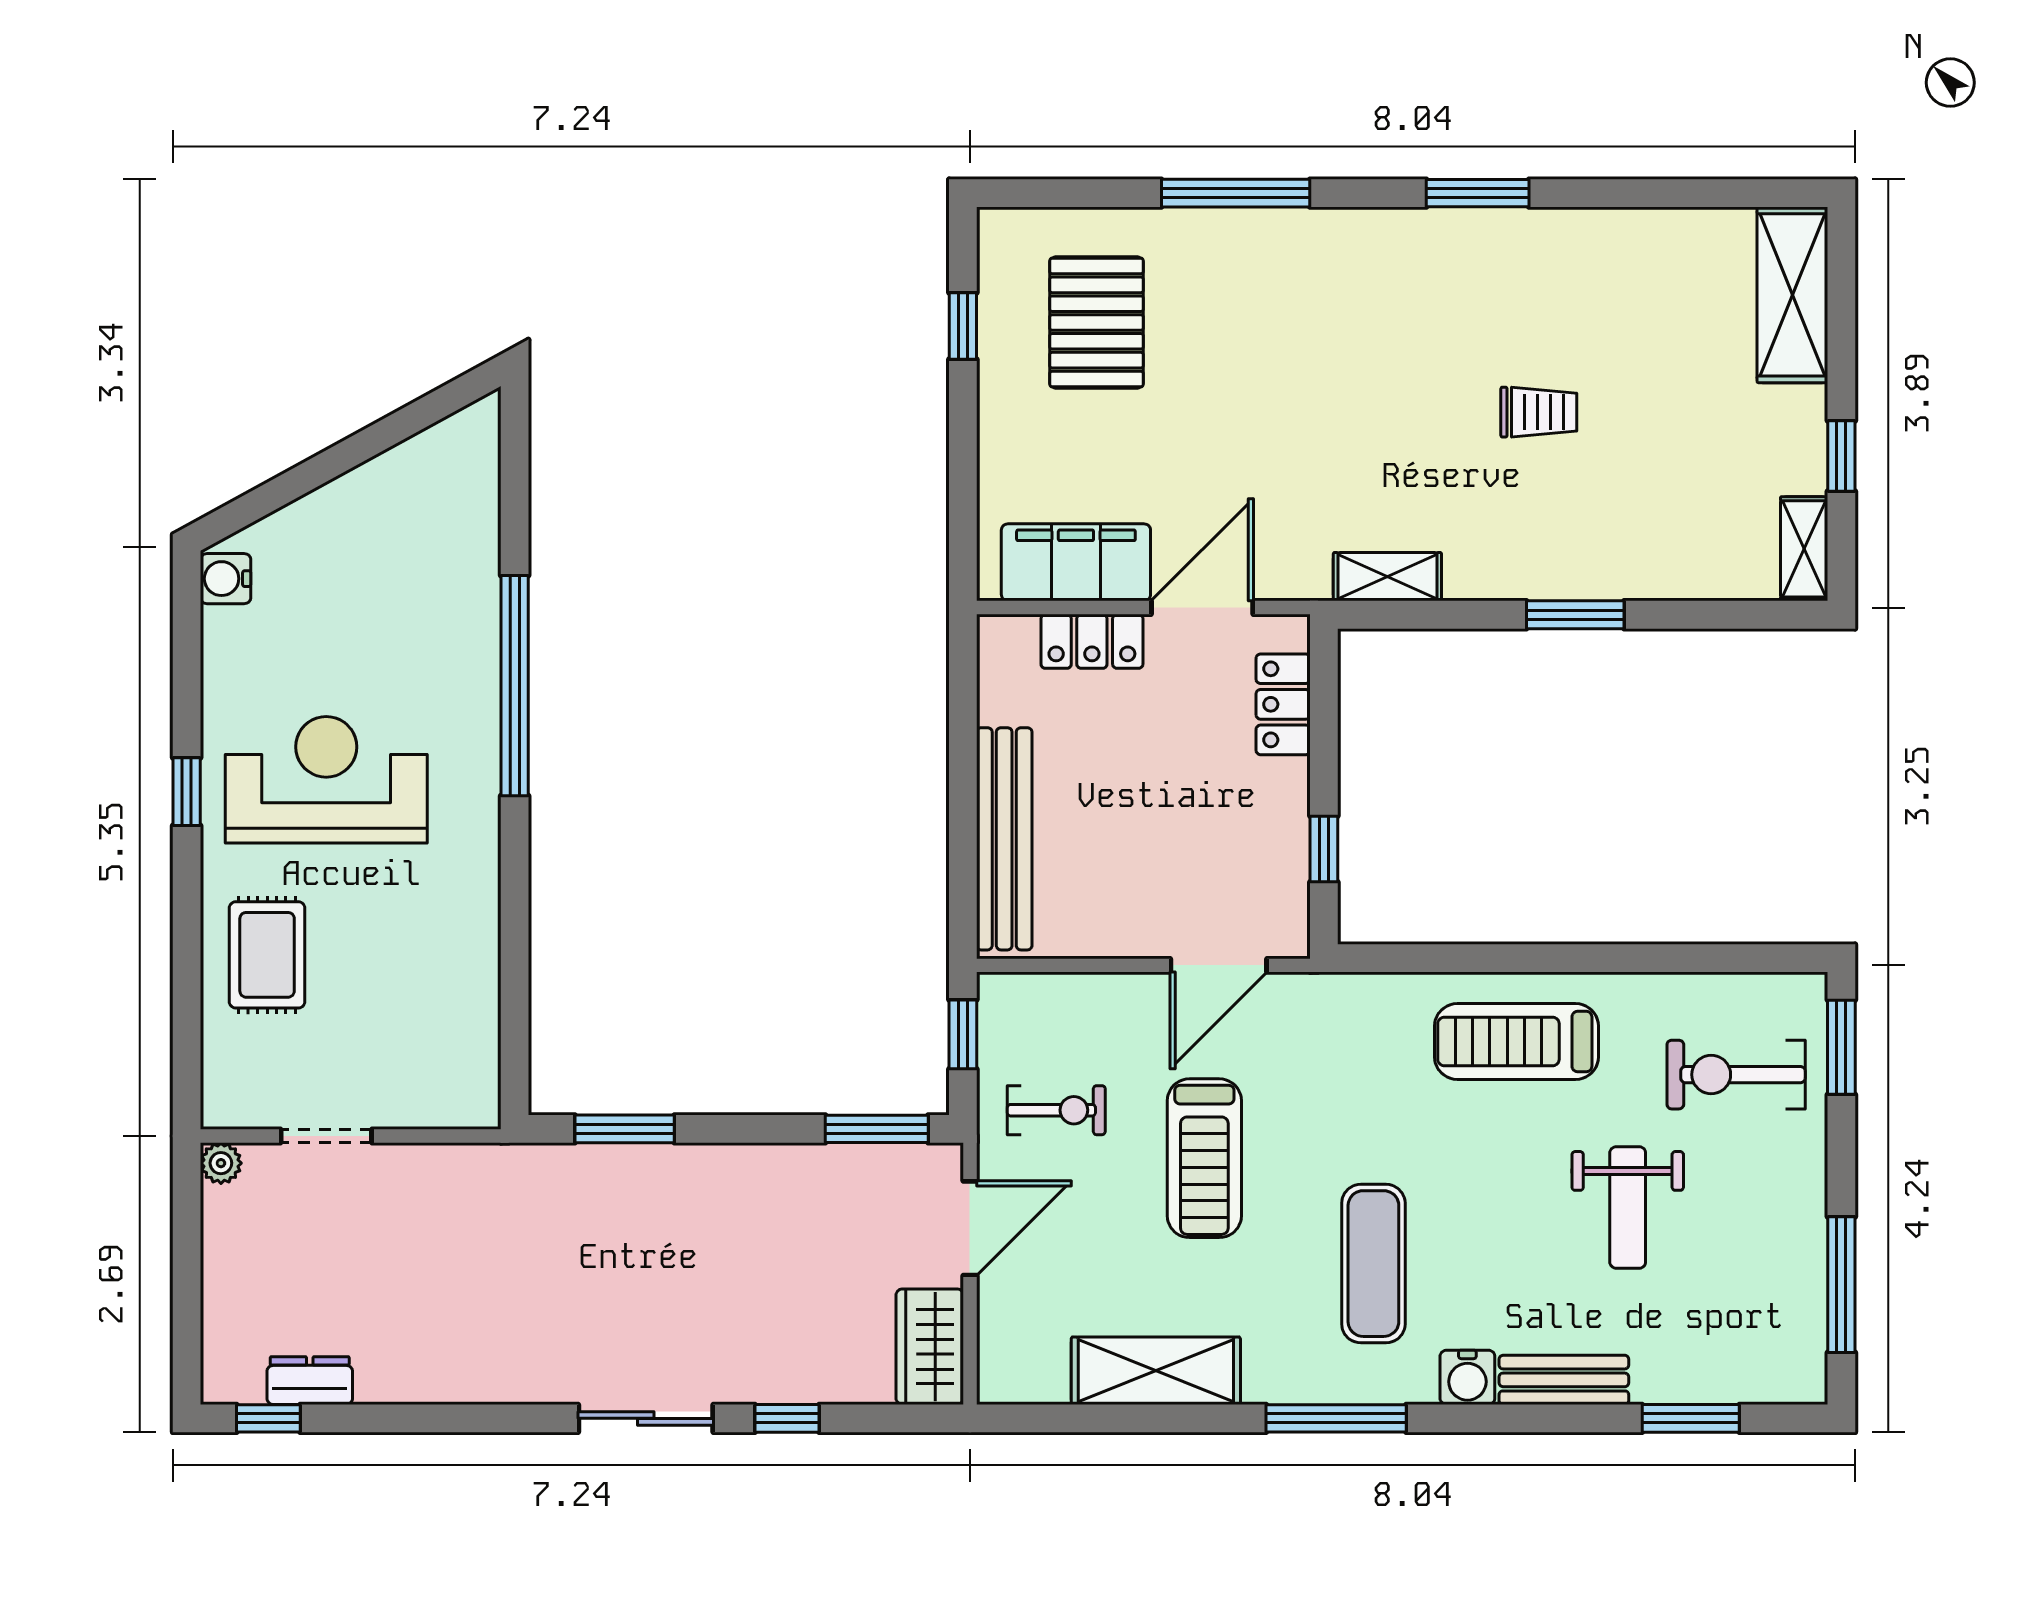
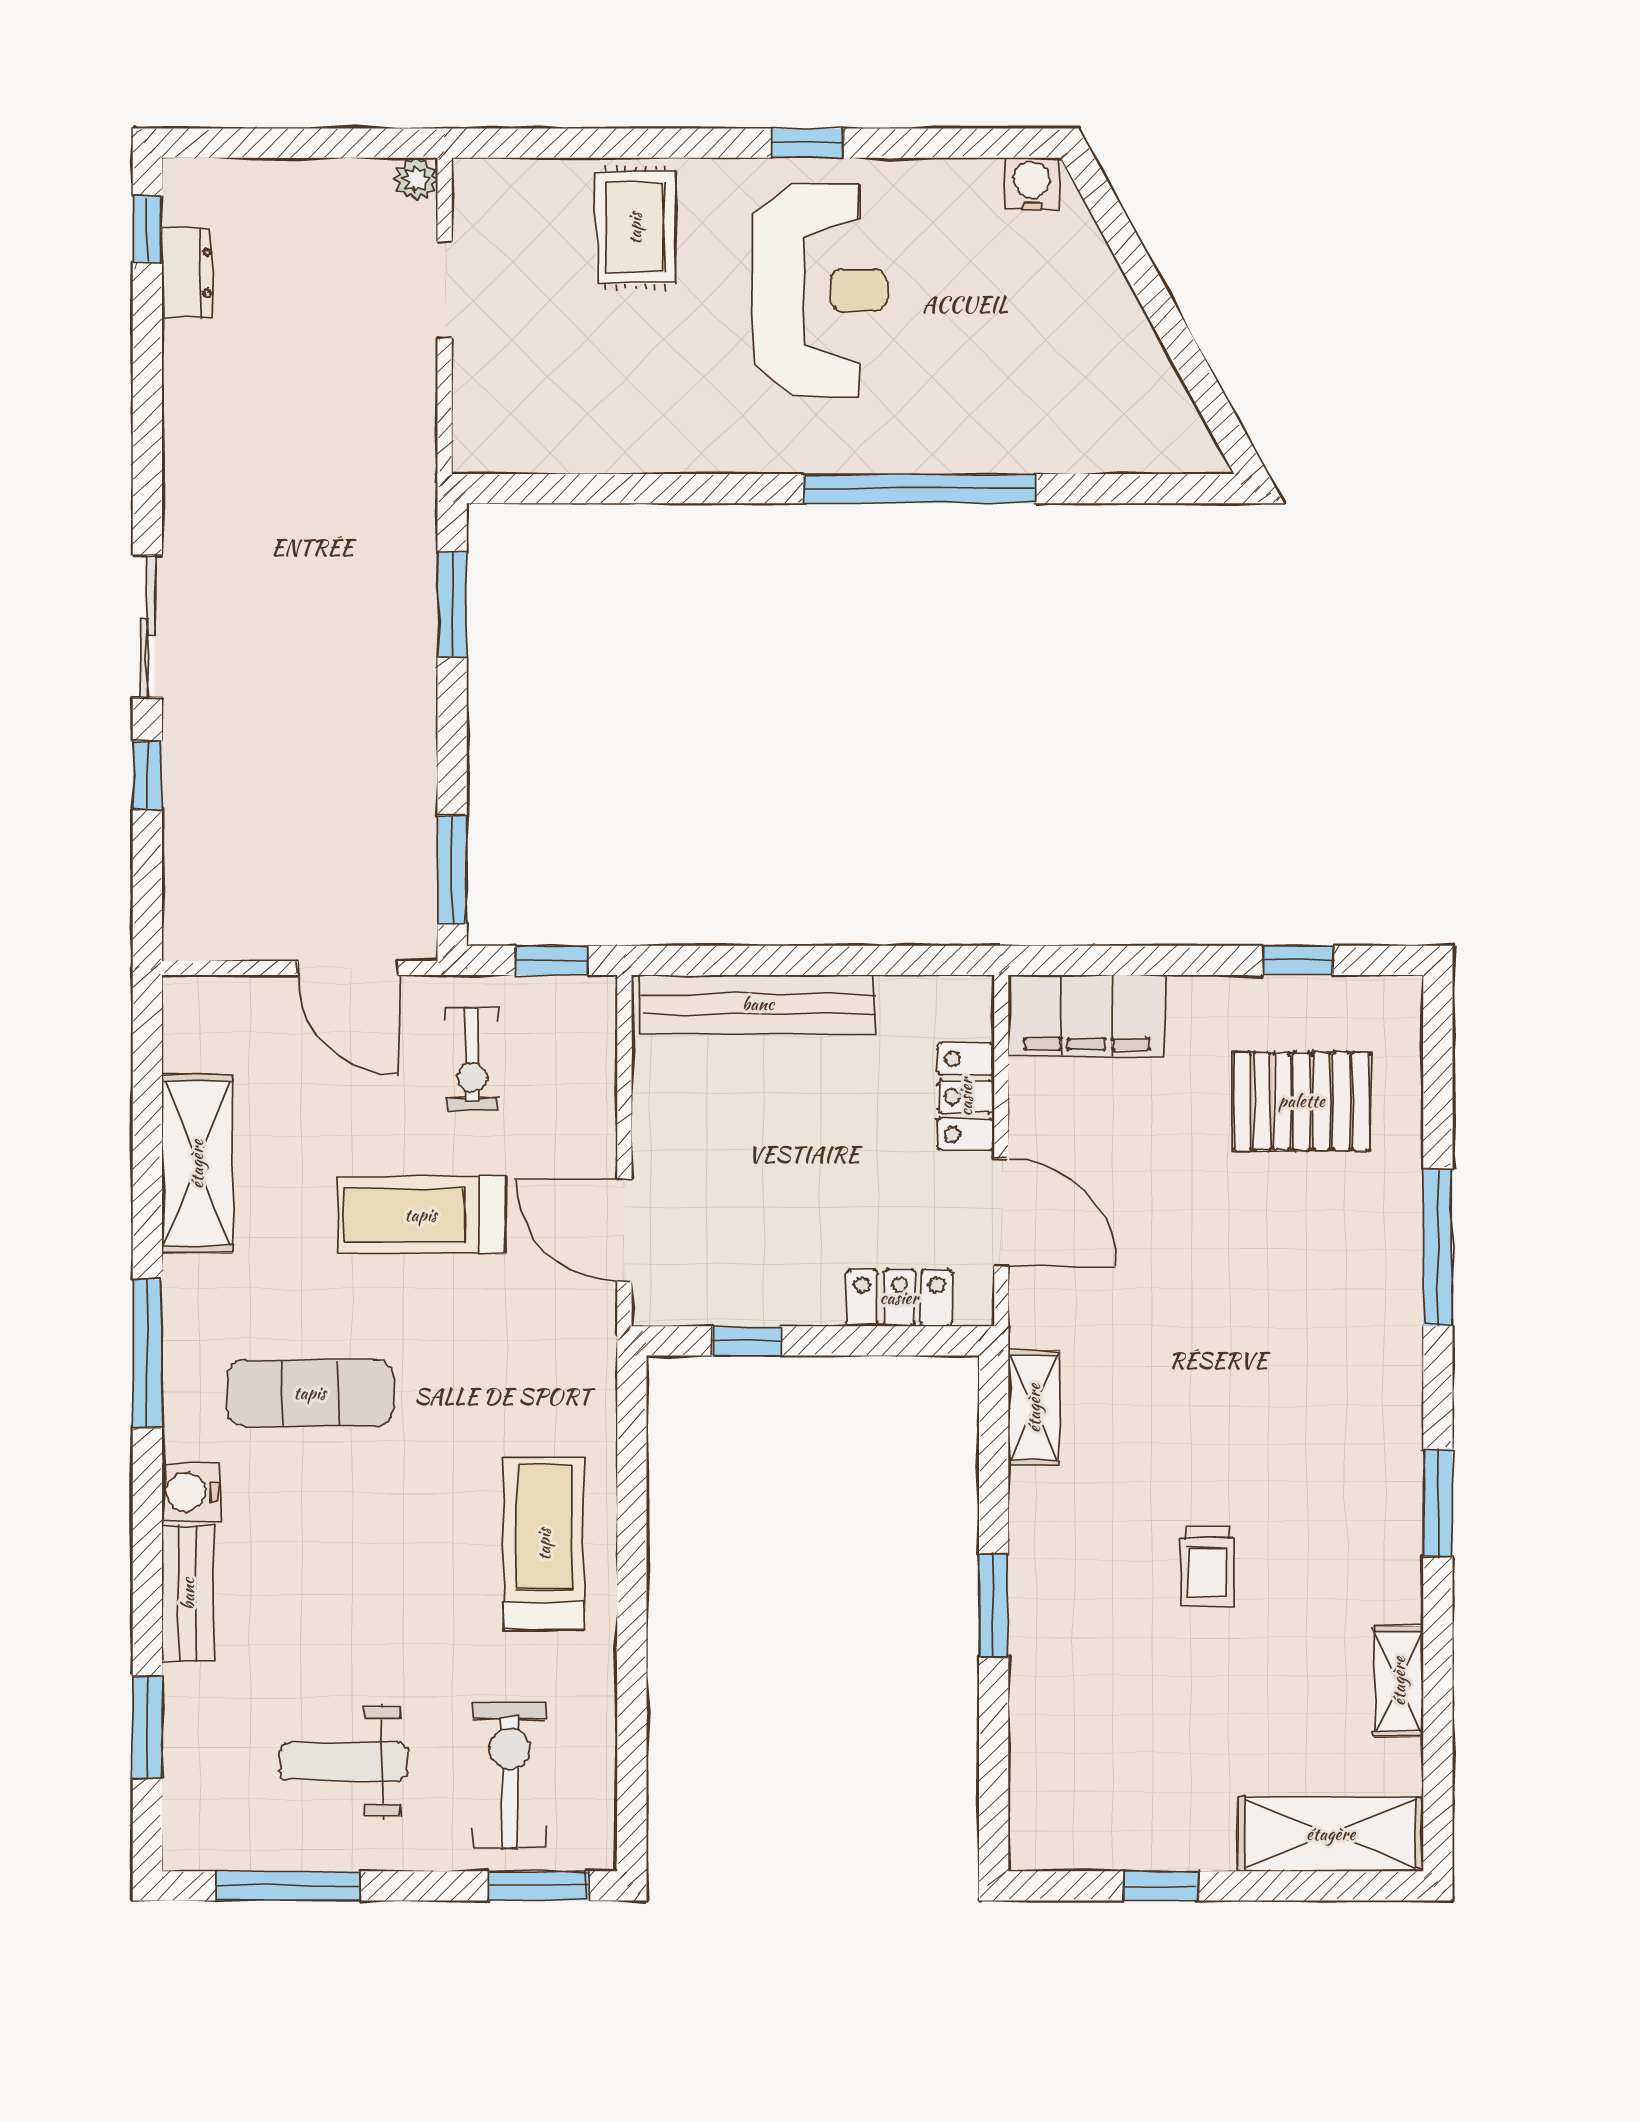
shelving: (1804, 549) -> (1399, 1681), moved, turned 90
filing cabinet: (1076, 562) -> (1087, 1016), moved, turned 90
rug: (267, 955) -> (635, 228), turned 90
weight bench: (1628, 1207) -> (344, 1762), moved
wardrobe: (930, 1347) -> (223, 926), removed

